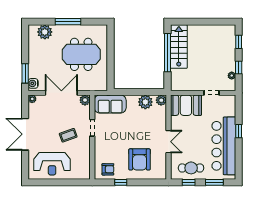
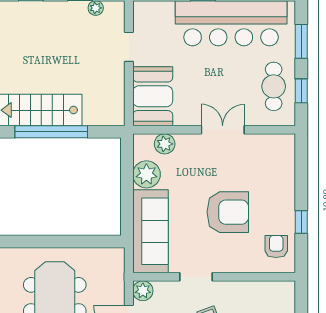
plant: (161, 100) -> (165, 144), moved
sofa: (110, 104) -> (150, 231), width x1.36
armchair: (139, 159) -> (228, 212), moved

